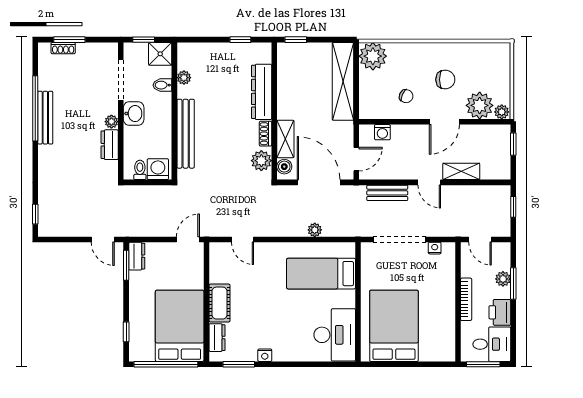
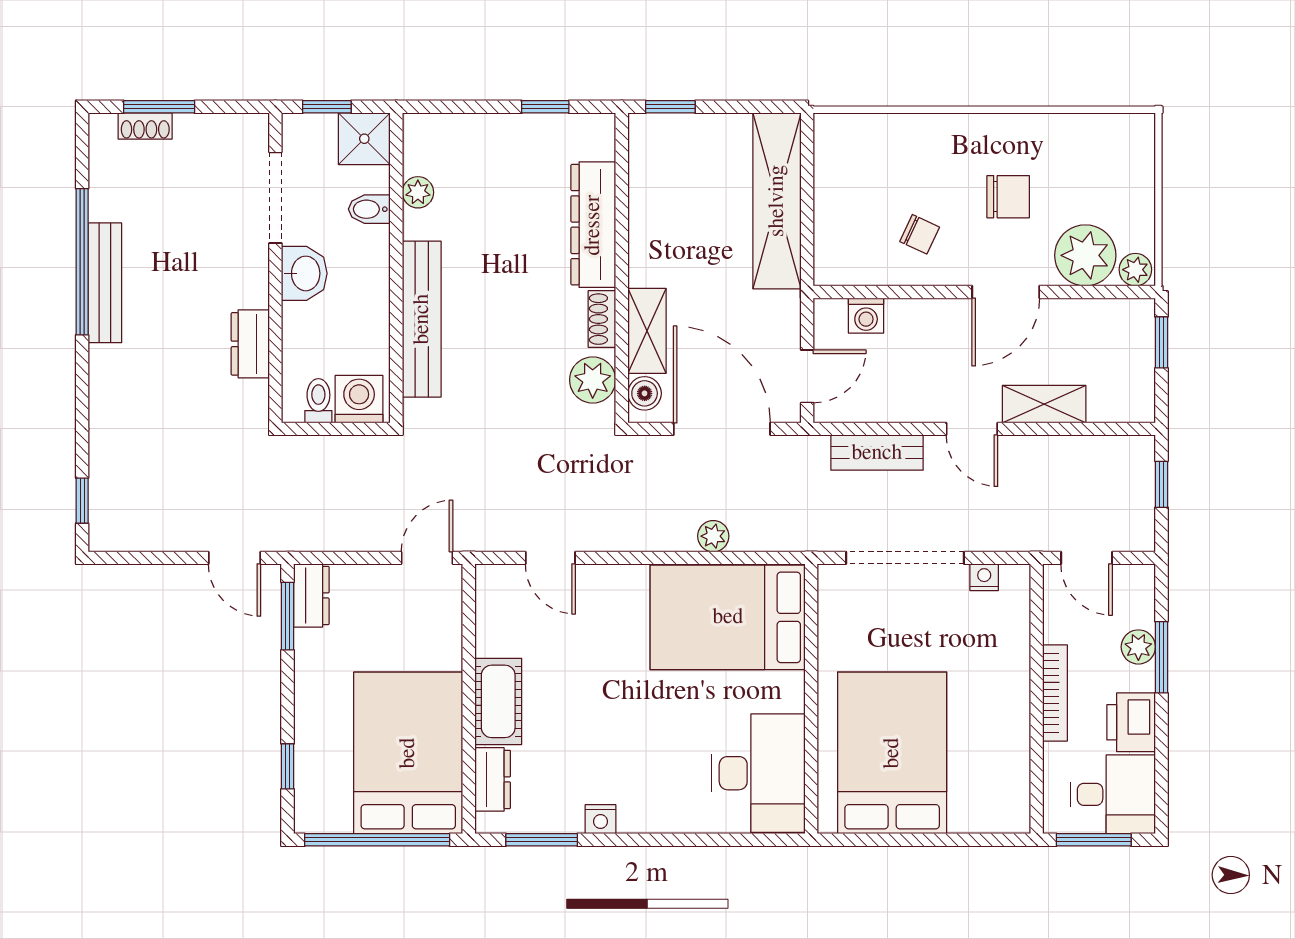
plant: (373, 56) -> (844, 144), removed
plant: (111, 122) -> (254, 292), removed
bed: (321, 274) -> (728, 617), width x1.50

